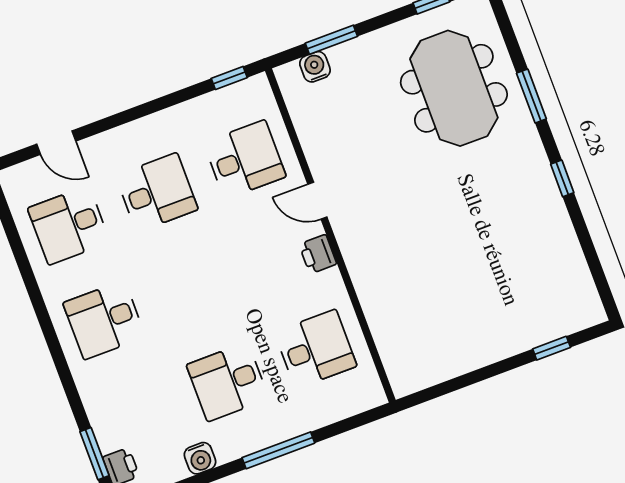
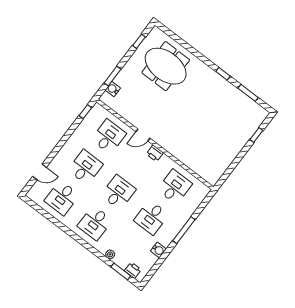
window: (531, 96) -> (248, 93), moved
desk: (192, 287) -> (118, 192), added
plant: (95, 405) -> (110, 254), added

